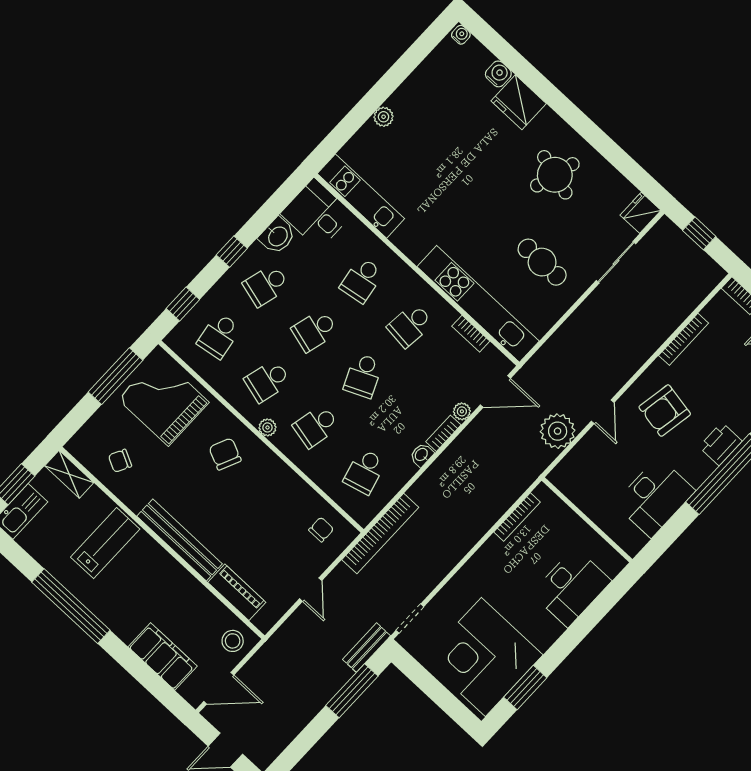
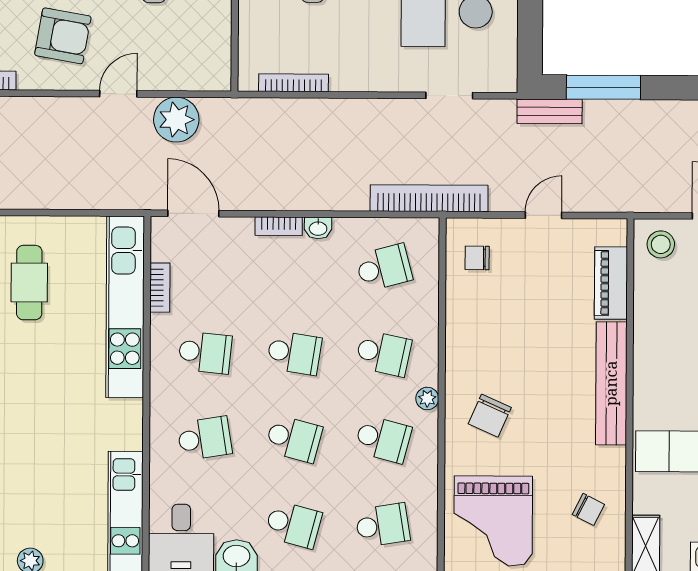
school desk: (363, 376) -> (294, 353), turned 33
plant: (462, 411) -> (241, 228), removed
doorway: (410, 619) -> (449, 95), moved

